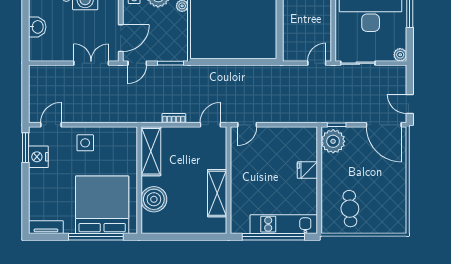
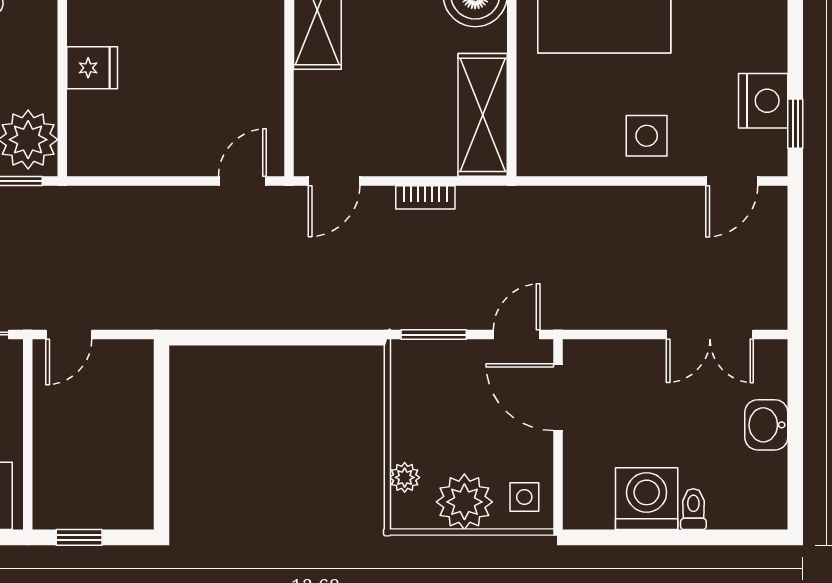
door: (121, 38) -> (558, 397), hinge flipped
double door: (91, 63) -> (710, 335), moved
window: (26, 148) -> (795, 124), width x0.67

